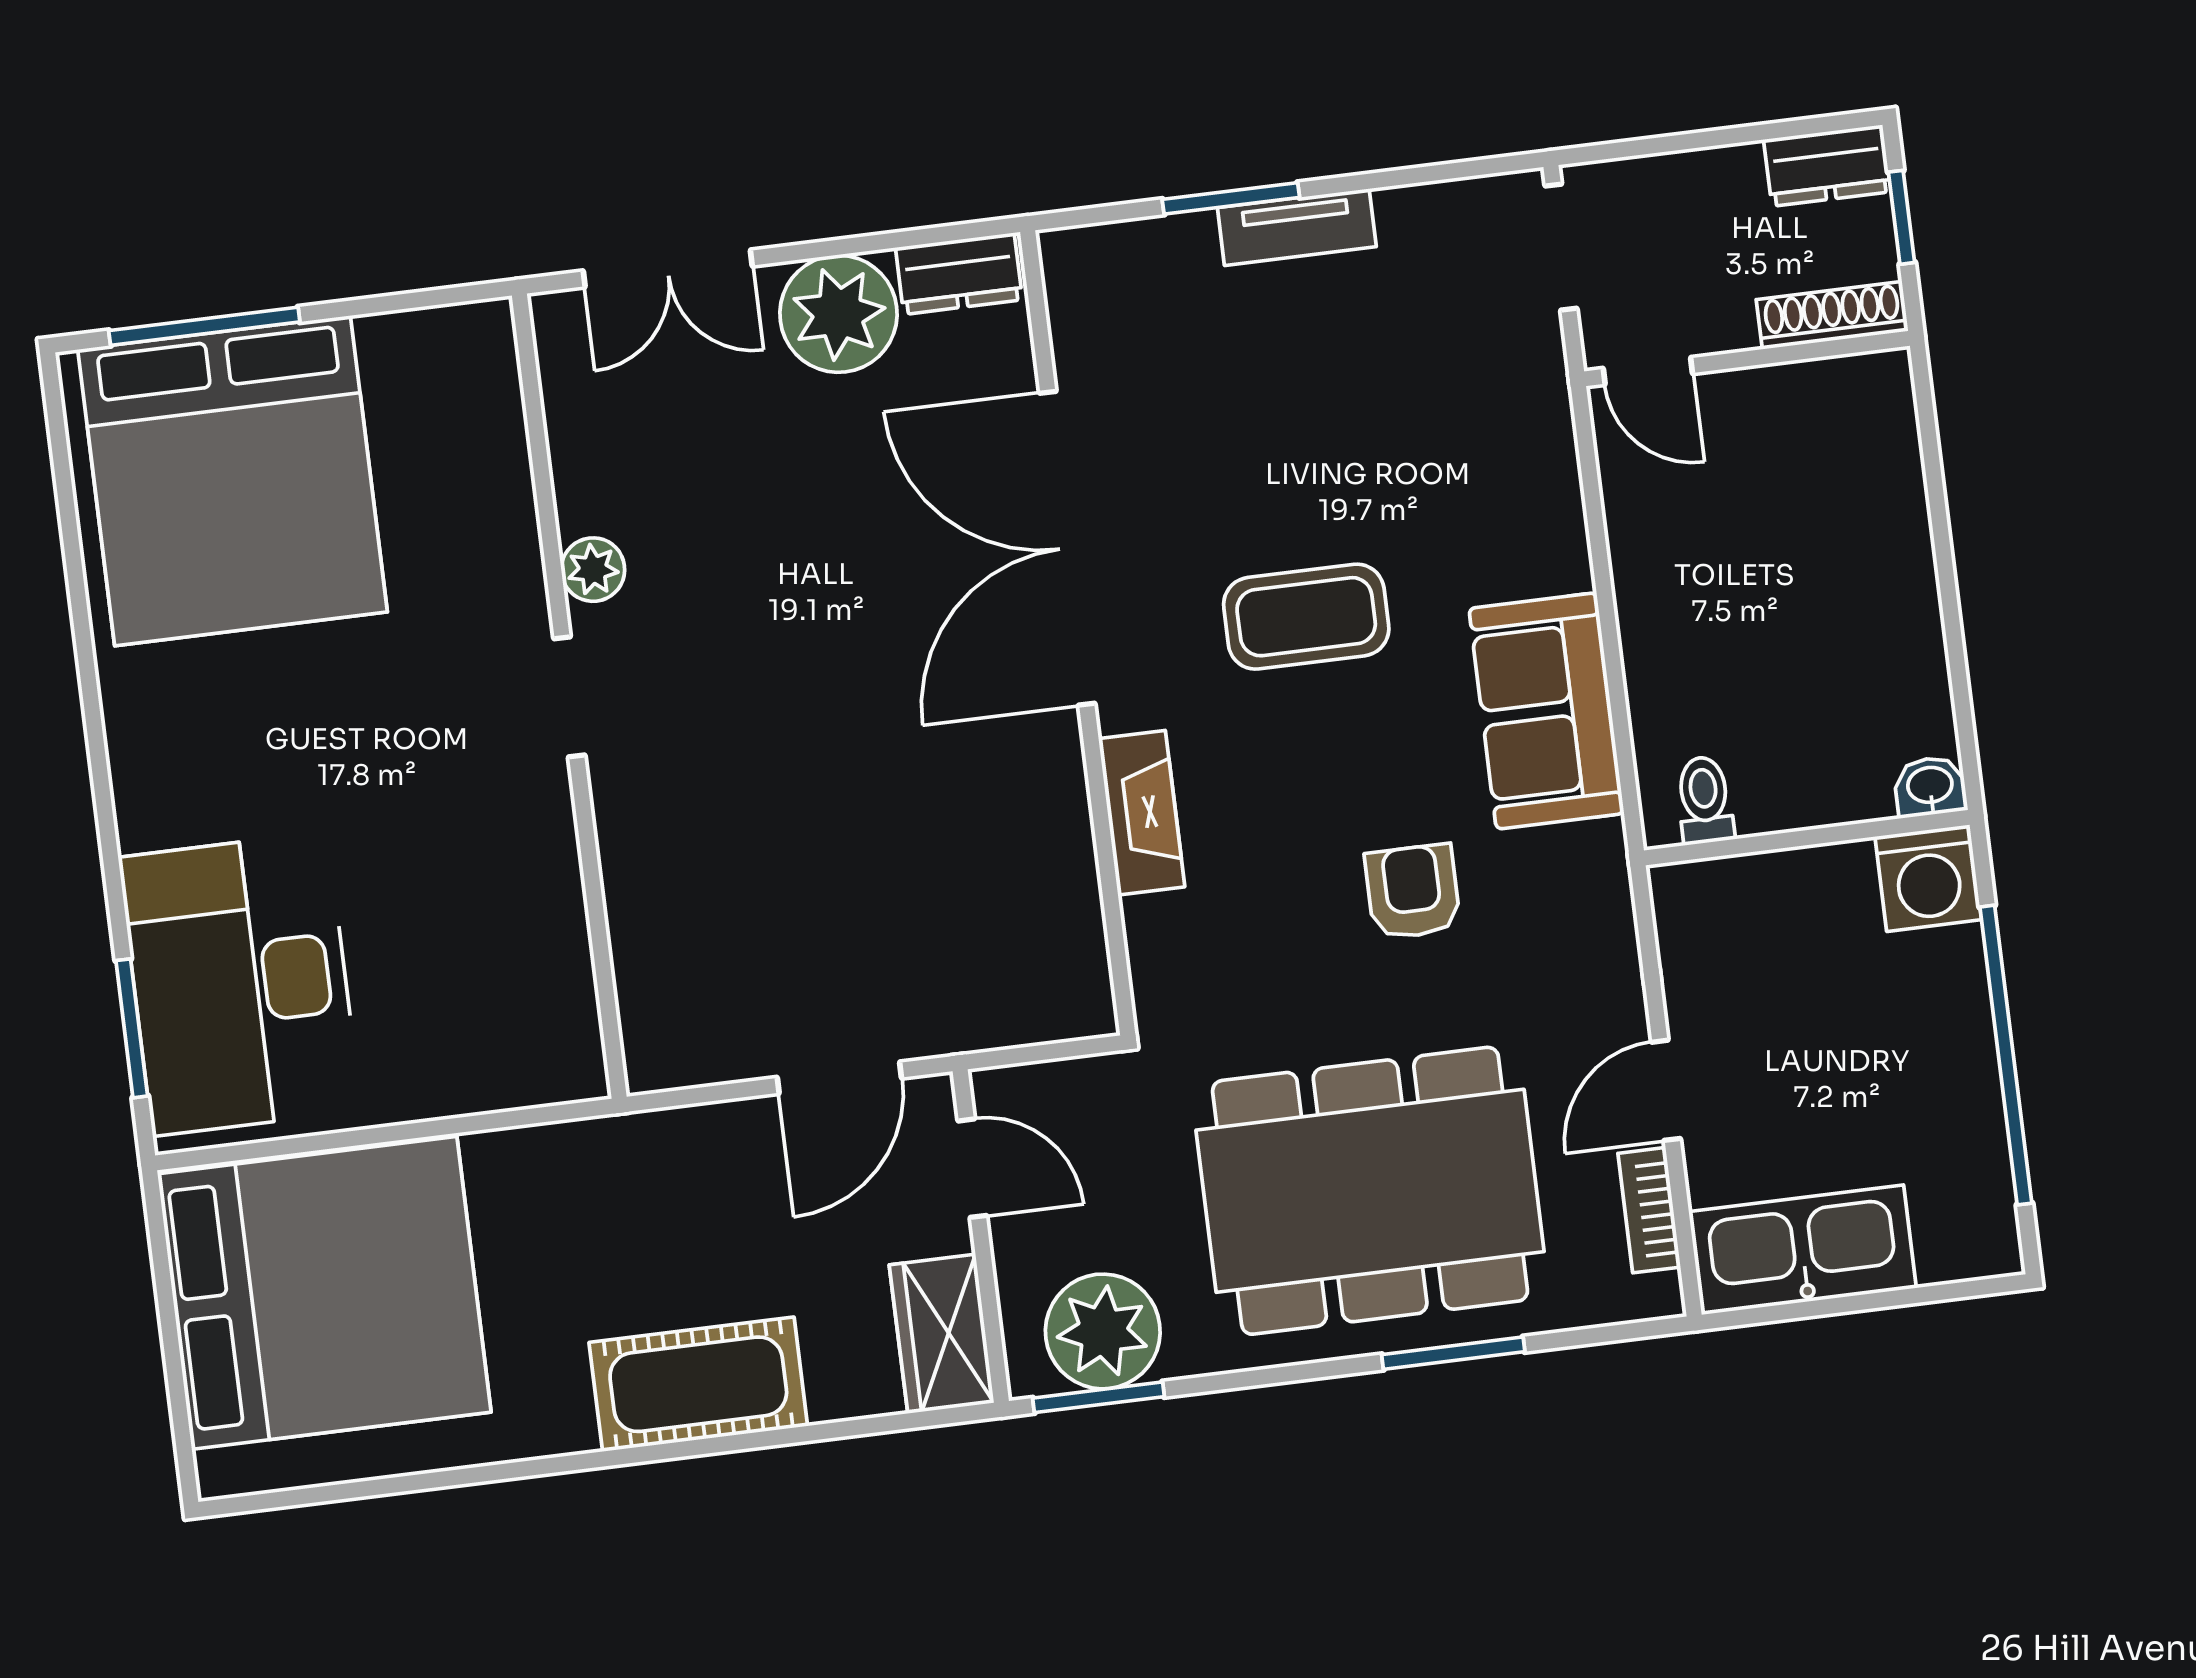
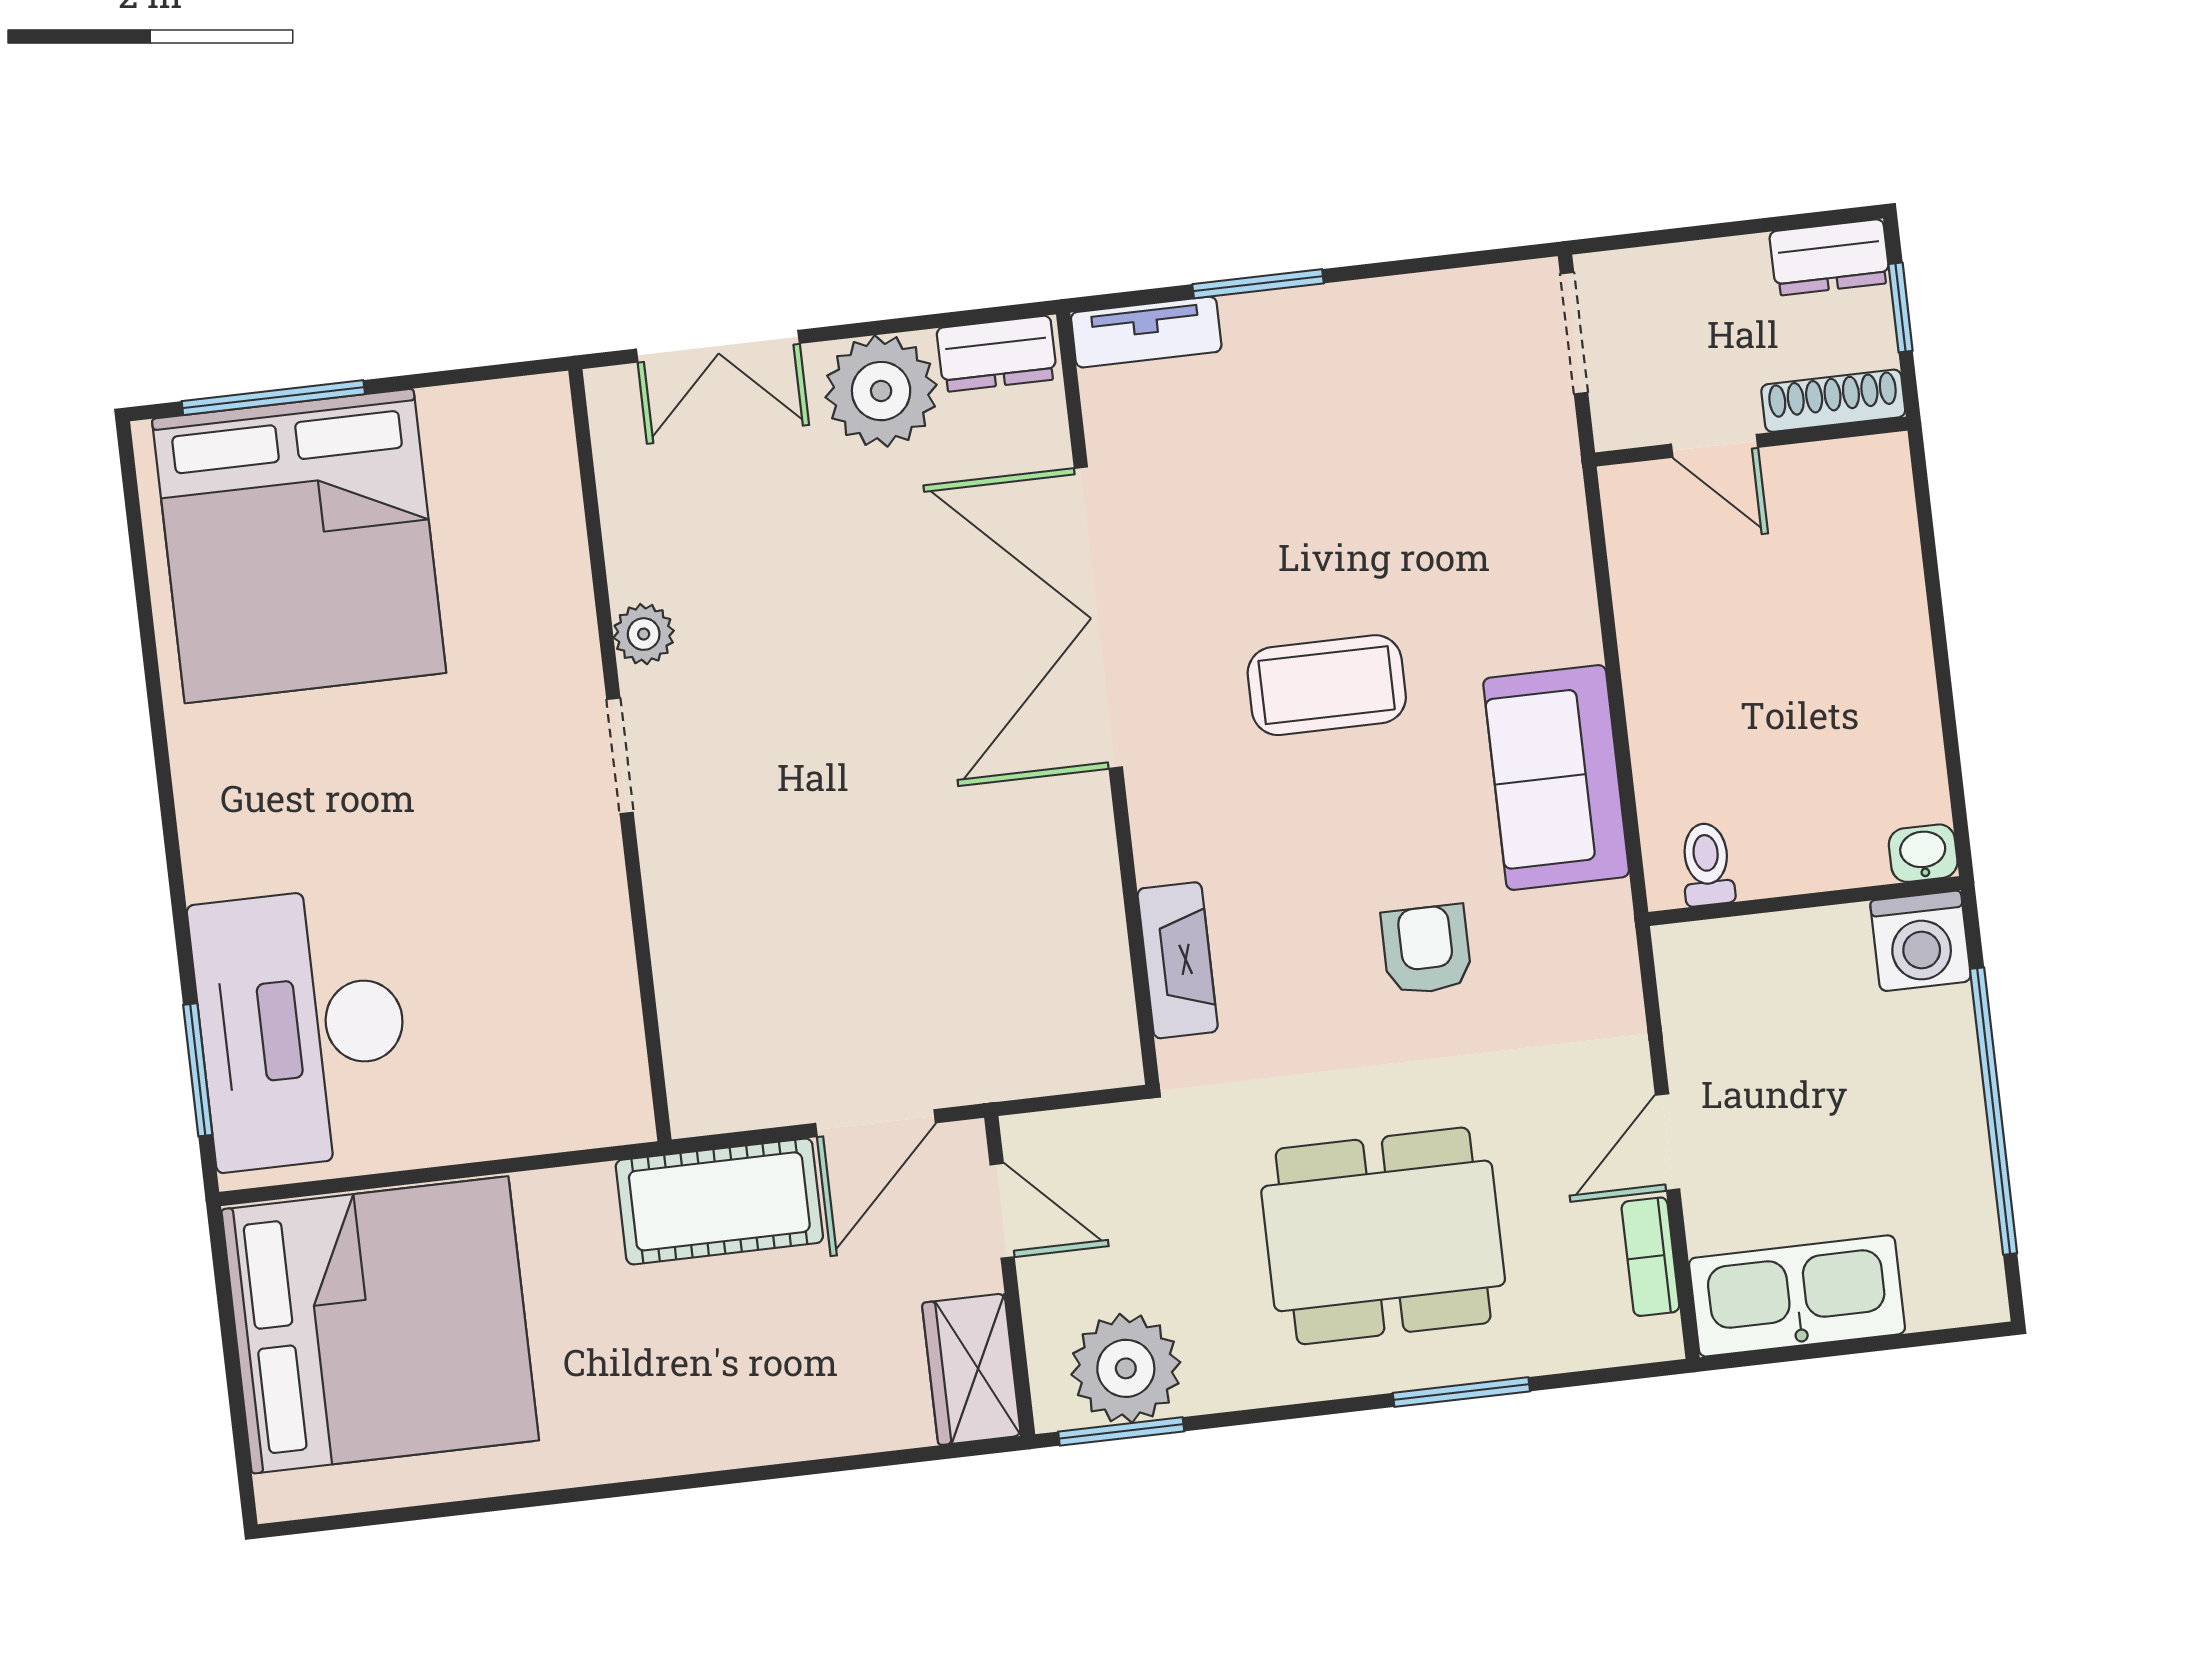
tv unit: (1297, 227) -> (1146, 332), moved
door: (1648, 371) -> (1715, 446), moved
fireplace: (1142, 813) -> (1178, 960), moved
dining table: (1370, 1191) -> (1383, 1236), width x0.73, depth x0.80
cot: (698, 1384) -> (719, 1201), moved

